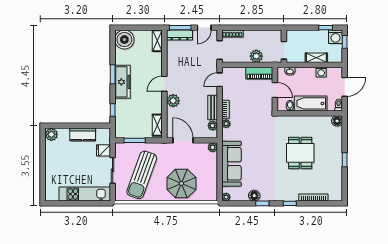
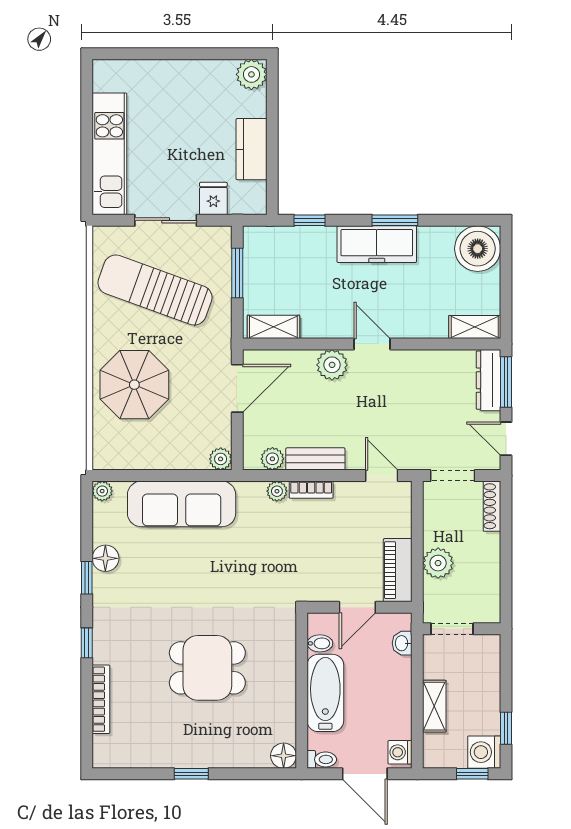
washing machine: (321, 72) -> (400, 752), moved

